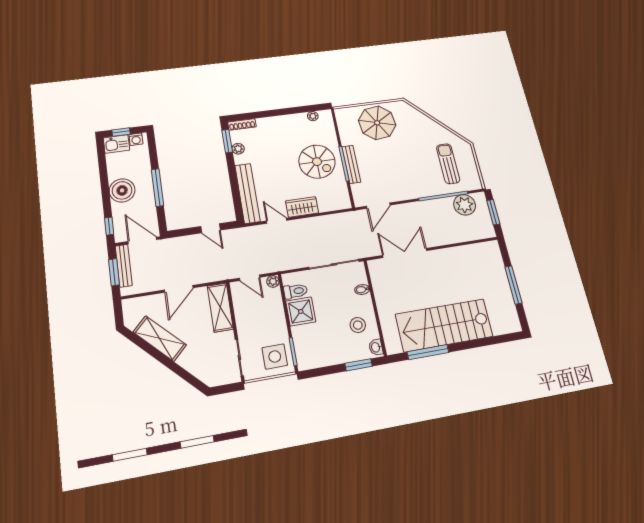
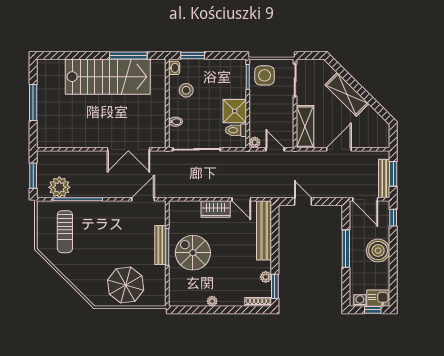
plant: (313, 116) -> (212, 301), moved
shelving: (160, 339) -> (347, 94), moved

